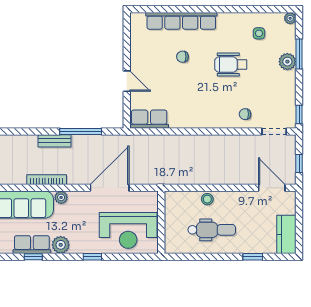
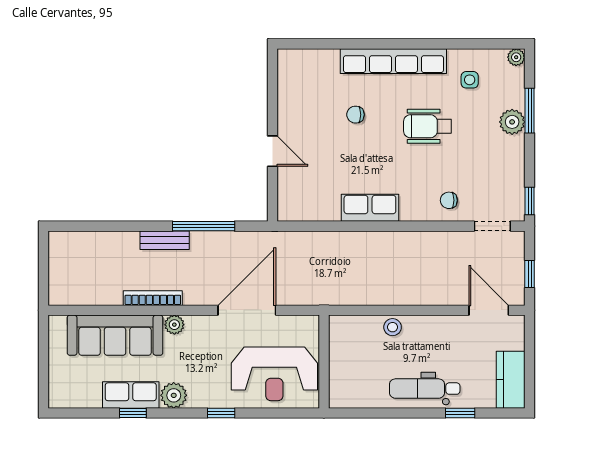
row of seats: (181, 21) -> (393, 61), moved
row of seats: (149, 119) -> (370, 208), moved
dental chair: (212, 230) -> (425, 389), moved, turned 180

